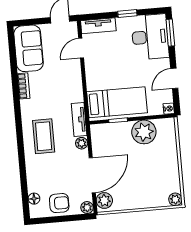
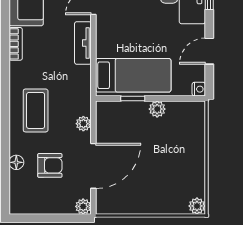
tv unit: (79, 120) -> (83, 43), moved
plant: (144, 132) -> (157, 109), width x0.53, depth x0.53
floor lamp: (34, 199) -> (16, 162), moved
plant: (104, 201) -> (106, 199), removed
armchair: (59, 203) -> (50, 165), moved

